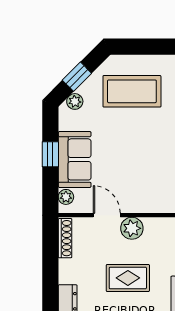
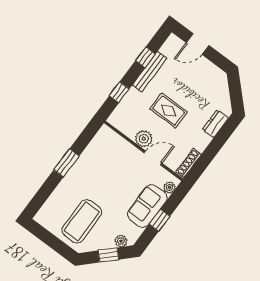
coffee table: (132, 91) -> (82, 221), turned 90
door: (107, 215) -> (153, 158), swing flipped

